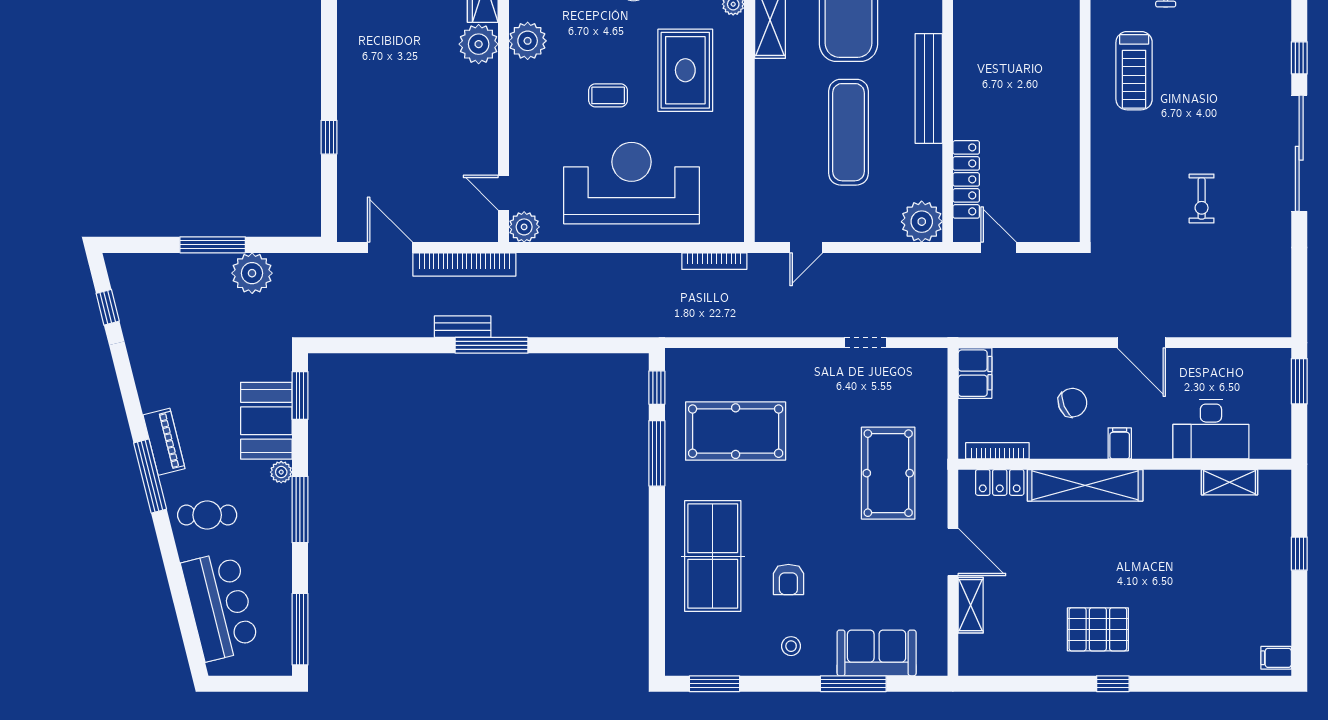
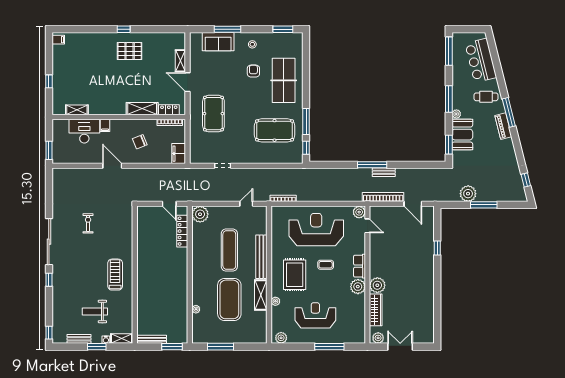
bench: (929, 89) -> (261, 257), moved
row of seats: (523, 92) -> (360, 266), added
reception desk: (631, 183) -> (316, 230), turned 180
filing cabinet: (1120, 443) -> (105, 125), moved
shelving: (1085, 485) -> (142, 109), width x0.68

